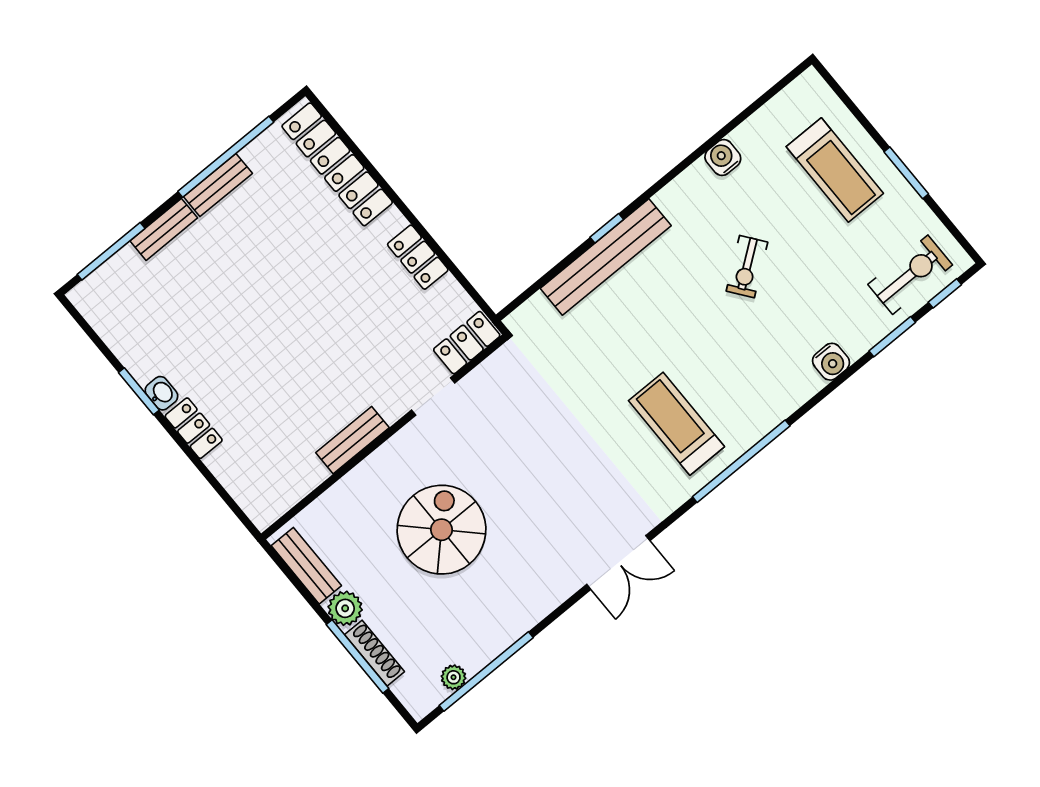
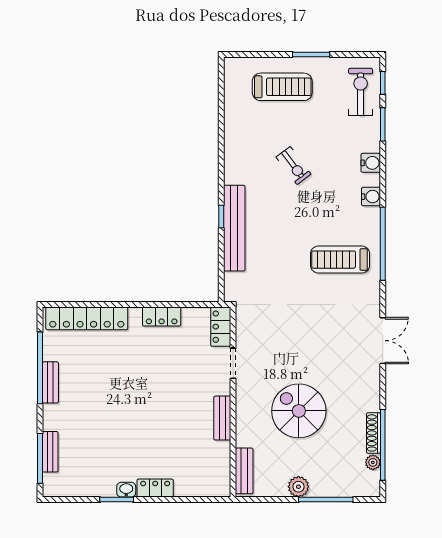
water cooler: (723, 158) -> (371, 197), moved, turned 180
bench: (164, 229) -> (50, 452), moved
bench: (306, 566) -> (244, 471), moved, turned 90
shoe rack: (375, 653) -> (373, 433), moved, turned -90

